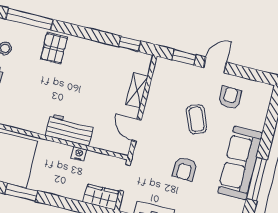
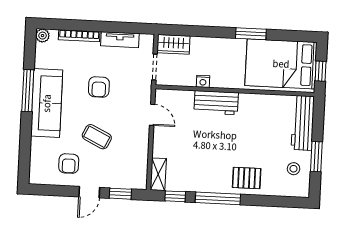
window: (29, 19) -> (218, 198), moved
pallet: (54, 48) -> (247, 178), turned 90
shelving: (137, 90) -> (158, 174), moved
coffee table: (196, 119) -> (97, 137), turned -42
armchair: (185, 169) -> (99, 87), turned 180

